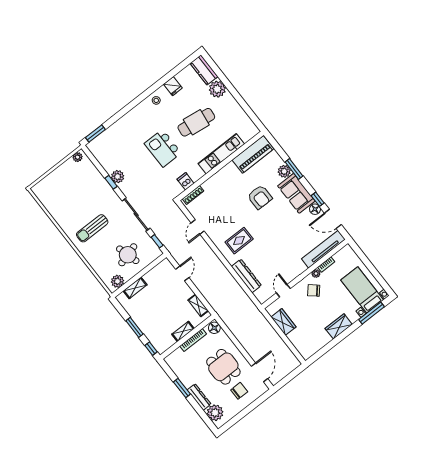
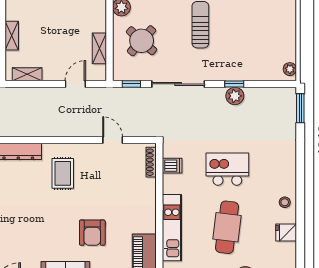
armchair: (260, 197) -> (92, 233), turned -90
round table: (128, 255) -> (142, 41), turned -32
door: (182, 273) -> (75, 84), swing flipped
shelving: (135, 288) -> (99, 48), moved

